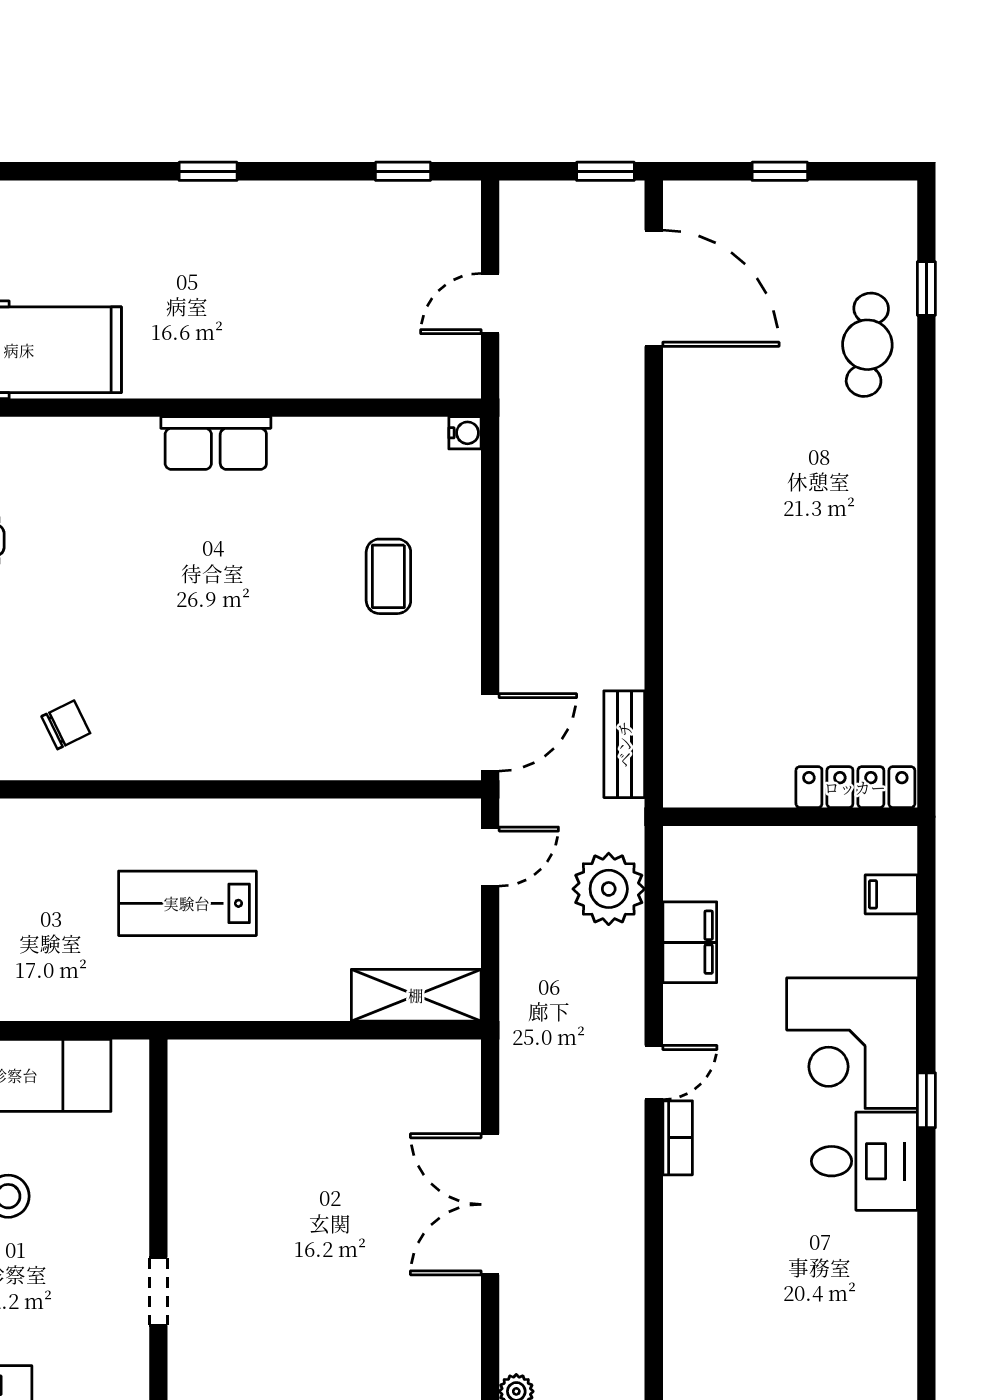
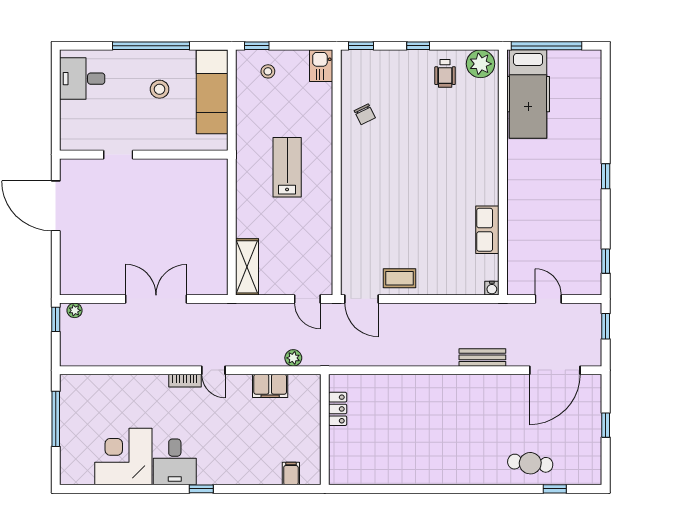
window: (605, 171) -> (606, 326), moved
row of seats: (216, 443) -> (487, 230), moved
coffee table: (388, 576) -> (399, 278), moved
bench: (624, 744) -> (482, 357), moved
locker: (855, 787) -> (338, 409), moved, width x0.66
plant: (609, 889) -> (293, 358), width x0.53, depth x0.53
corner desk: (852, 1043) -> (123, 457), moved

